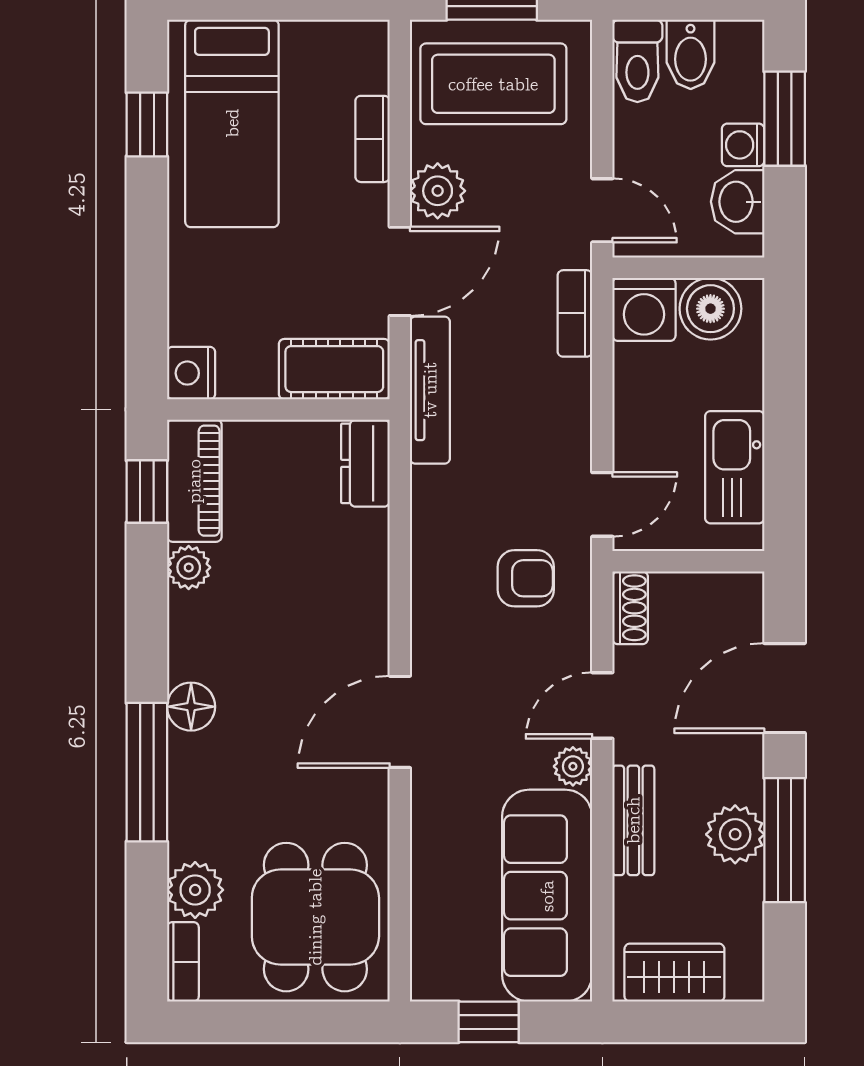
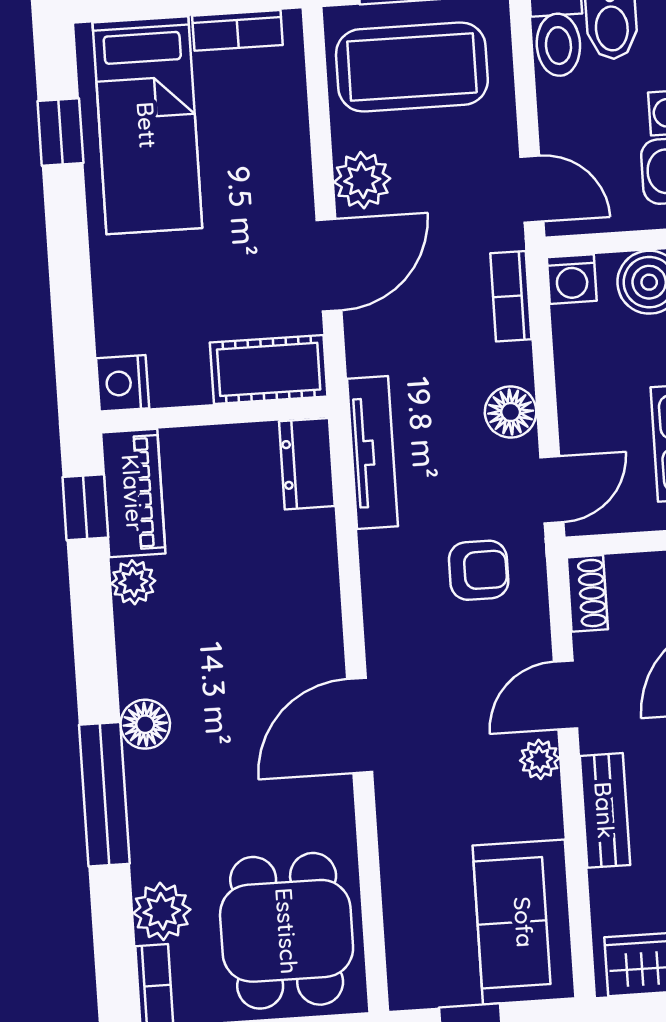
bookcase: (372, 139) -> (237, 30), moved, turned -90
washing machine: (644, 309) -> (572, 279), width x0.73, depth x0.73
tv unit: (430, 390) -> (372, 453), moved
floor lamp: (567, 426) -> (511, 412), added
sofa: (547, 896) -> (524, 922), width x0.73

